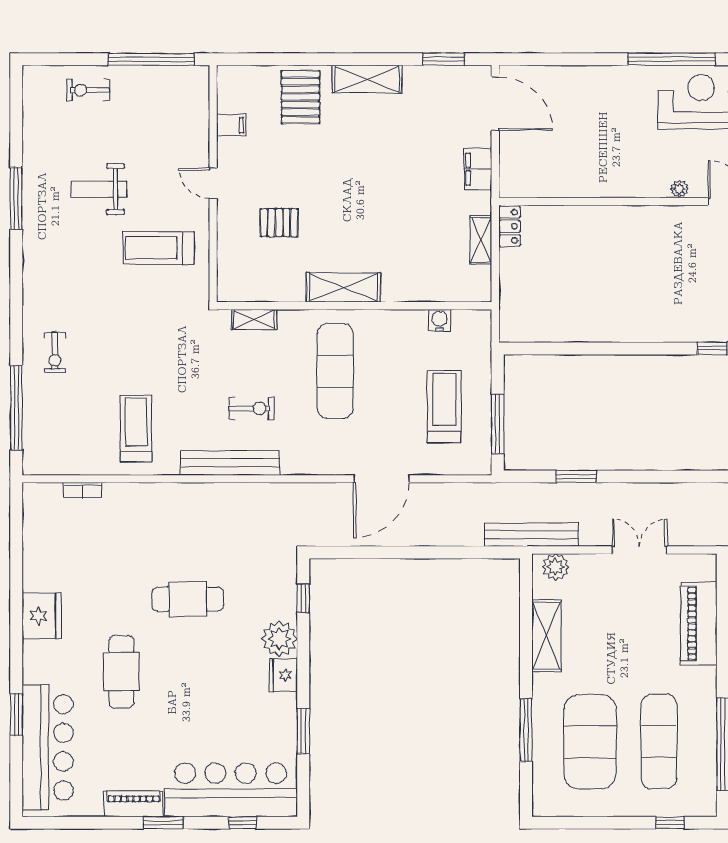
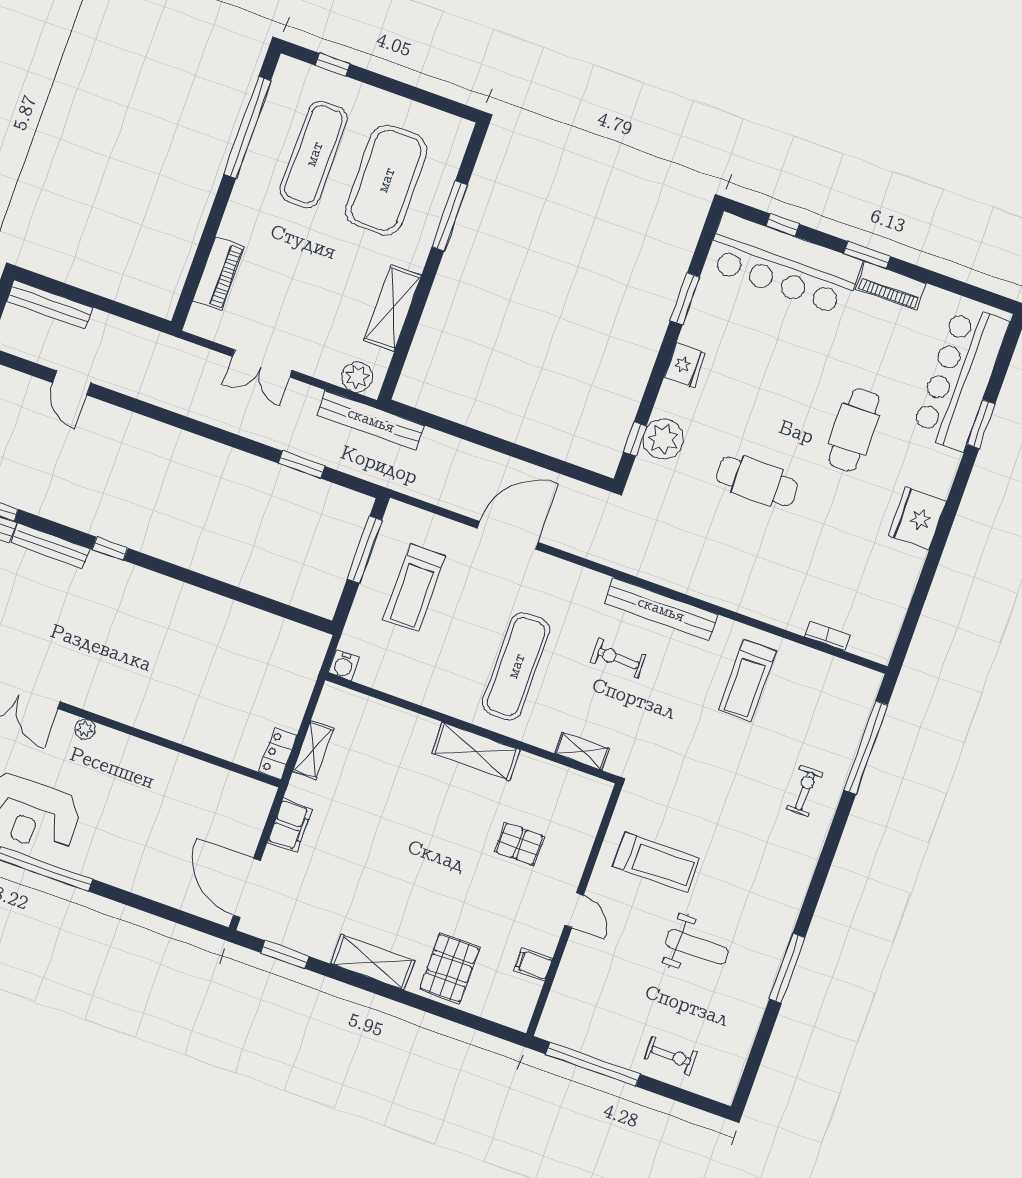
water cooler: (439, 320) -> (344, 665), moved
piano: (699, 623) -> (218, 274), width x0.73, depth x0.75
plant: (279, 639) -> (663, 439), moved

